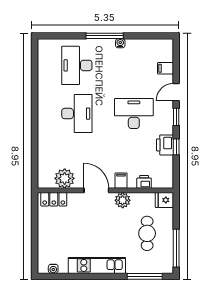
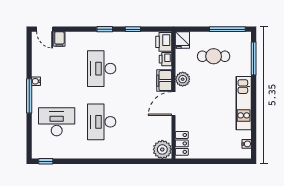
window: (35, 54) -> (46, 161), added
desk: (77, 65) -> (57, 122), turned 180
door: (176, 92) -> (45, 29), moved
desk: (77, 114) -> (102, 122), turned -90
printer: (165, 145) -> (164, 42), moved, turned 90
plant: (65, 178) -> (162, 149), moved
filing cabinet: (121, 181) -> (164, 81), width x2.00

